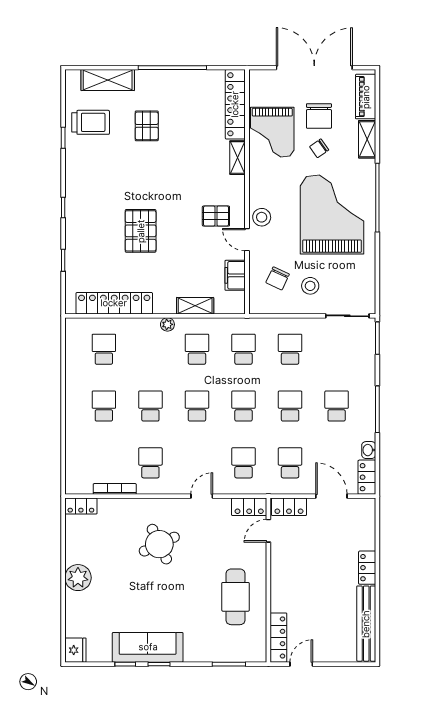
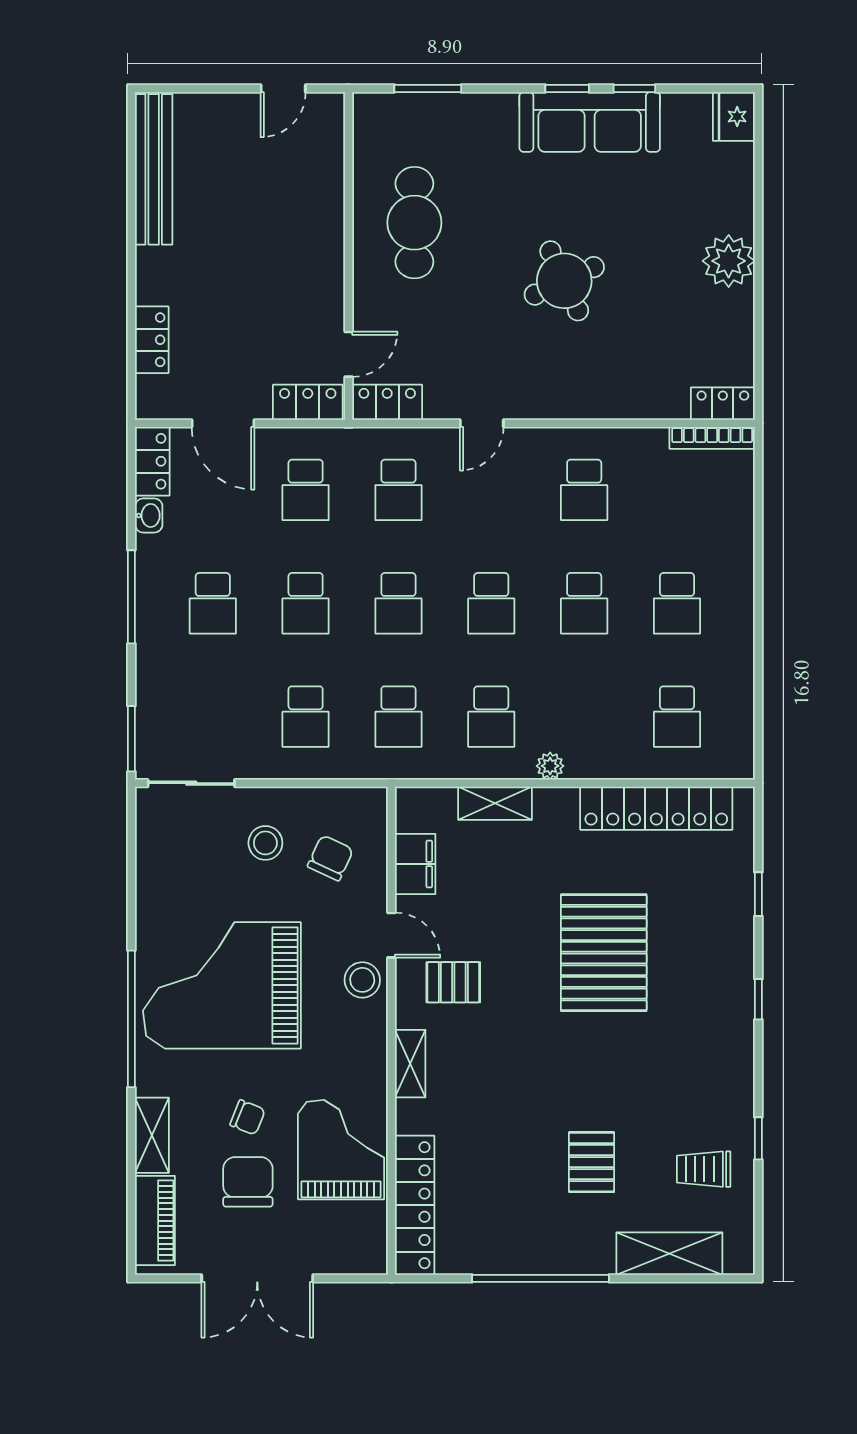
double door: (314, 68) -> (257, 1278), width x0.73
trolley: (91, 122) -> (704, 1169), width x0.73, depth x0.72
chair: (319, 148) -> (248, 1117), turned 57
shelving: (238, 158) -> (410, 1064), moved
grand piano: (332, 214) -> (222, 985), turned 90
pallet: (141, 231) -> (604, 953), width x1.37, depth x1.41
bookcase: (115, 489) -> (712, 438), moved
round table: (159, 544) -> (564, 281), moved
locker: (367, 568) -> (152, 340), moved
locker: (278, 638) -> (329, 141), removed

